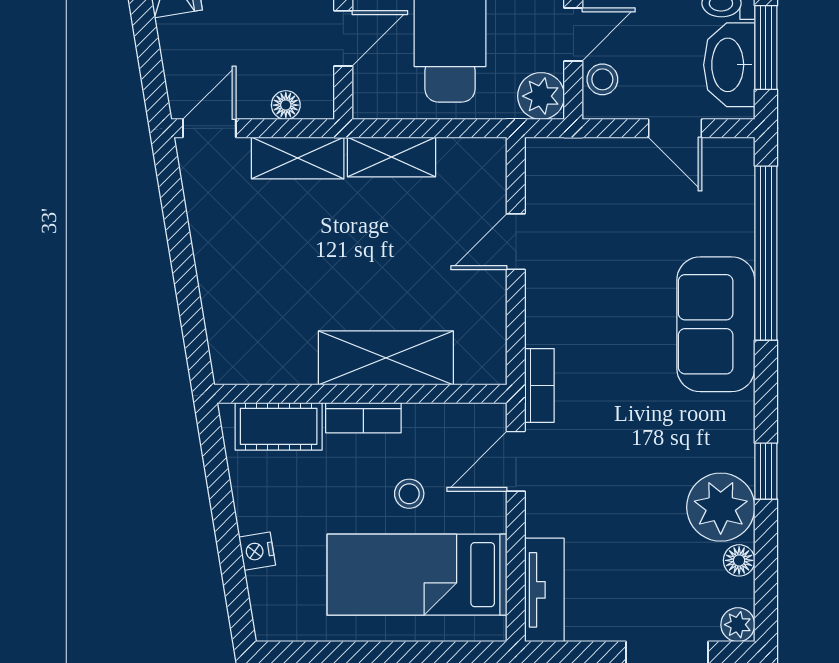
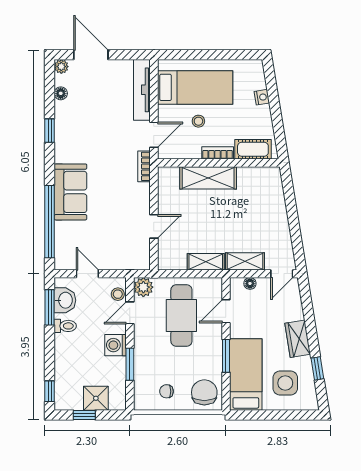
washbasin: (729, 65) -> (65, 300), width x0.72
plant: (721, 507) -> (68, 116), removed
tv unit: (544, 590) -> (142, 90), width x1.41

